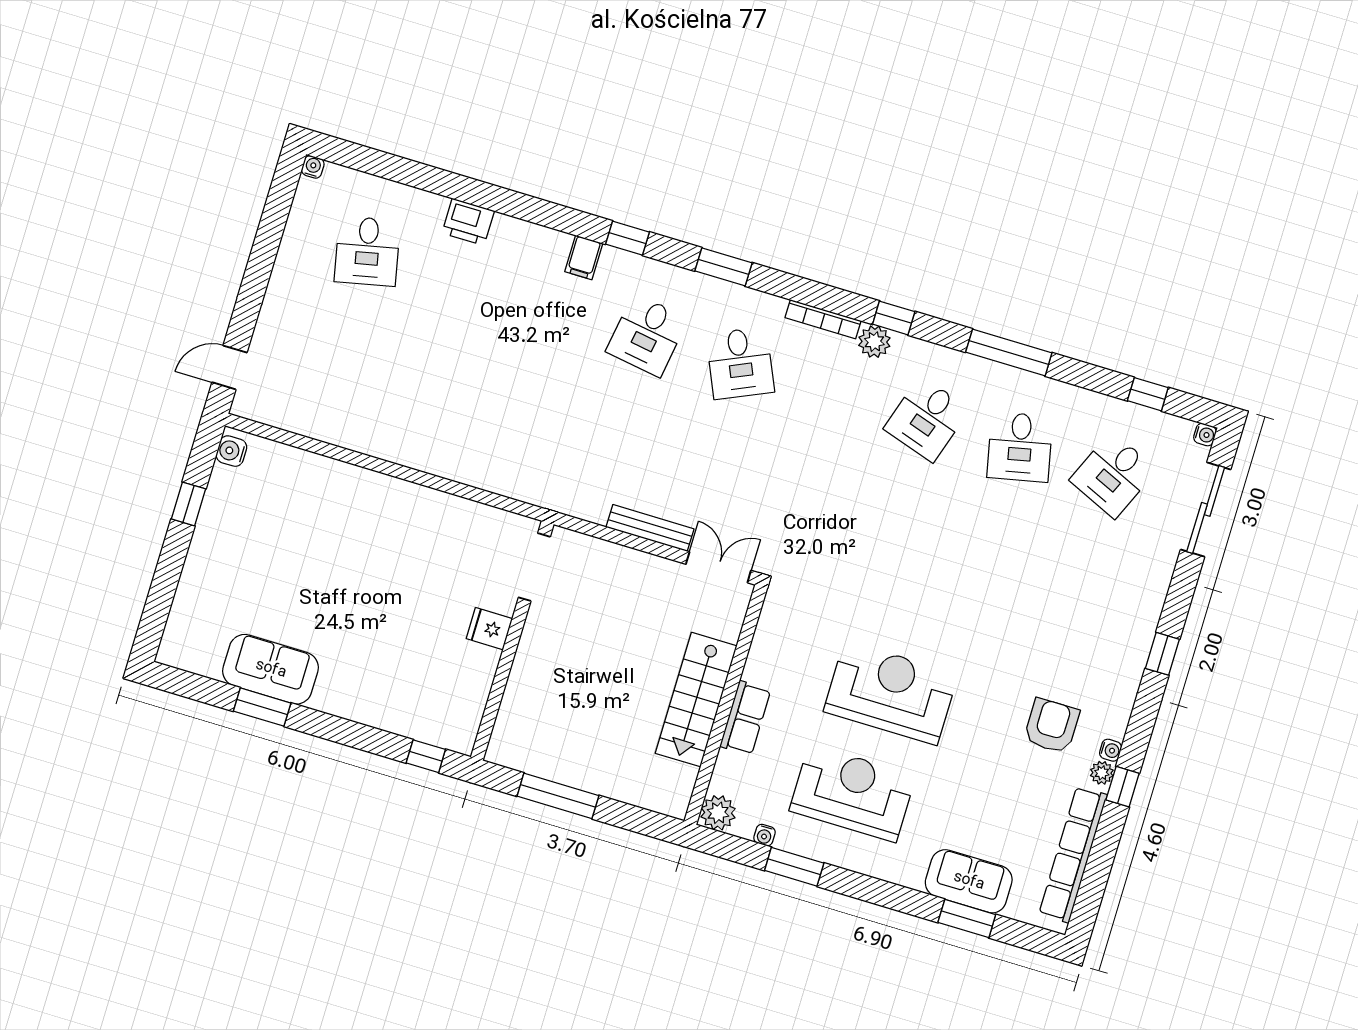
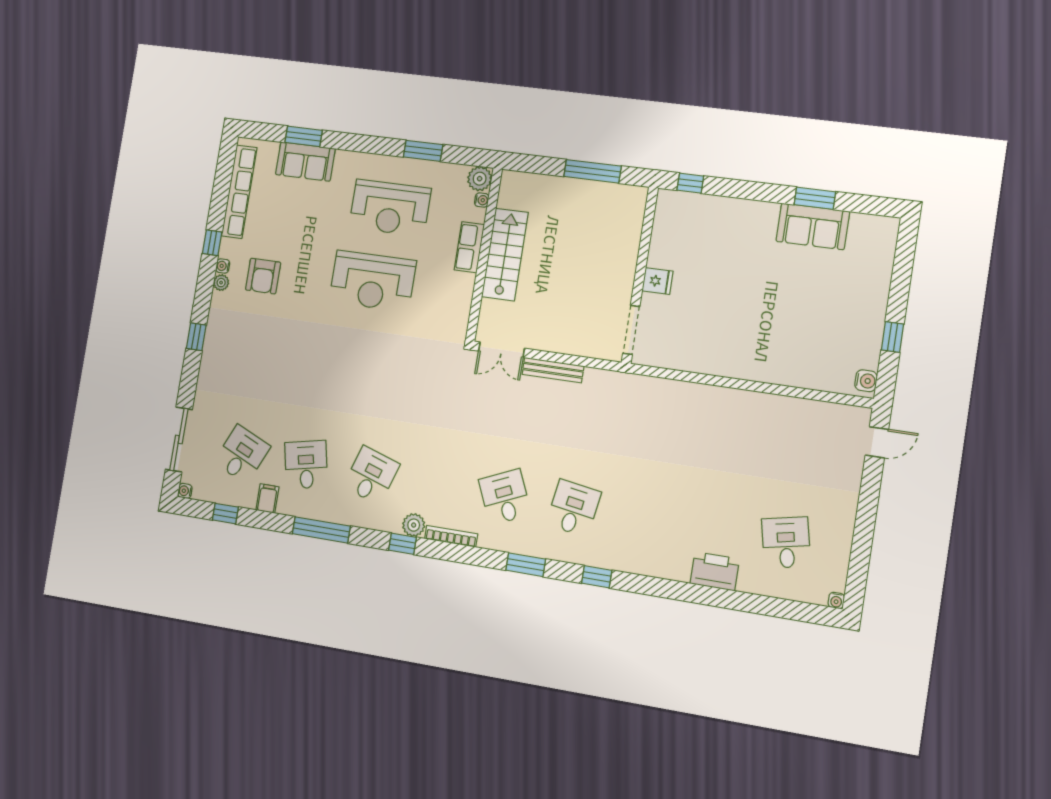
printer: (468, 222) -> (715, 571), width x1.37, depth x1.19
filing cabinet: (584, 257) -> (267, 498), moved
plant: (1102, 773) -> (221, 283), moved
water cooler: (764, 835) -> (482, 200), moved, turned 90

